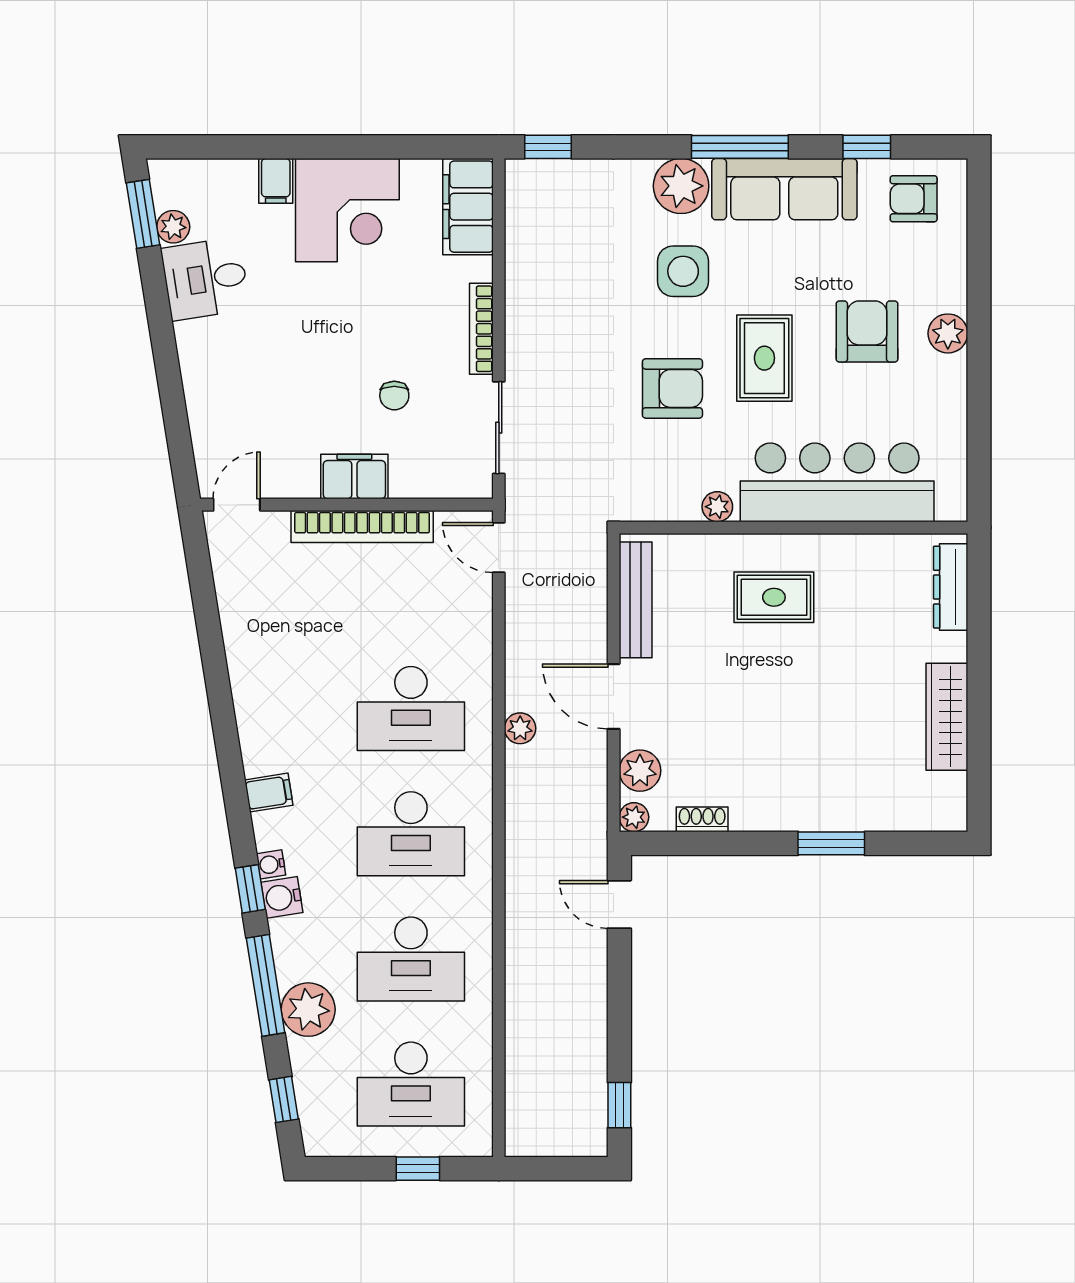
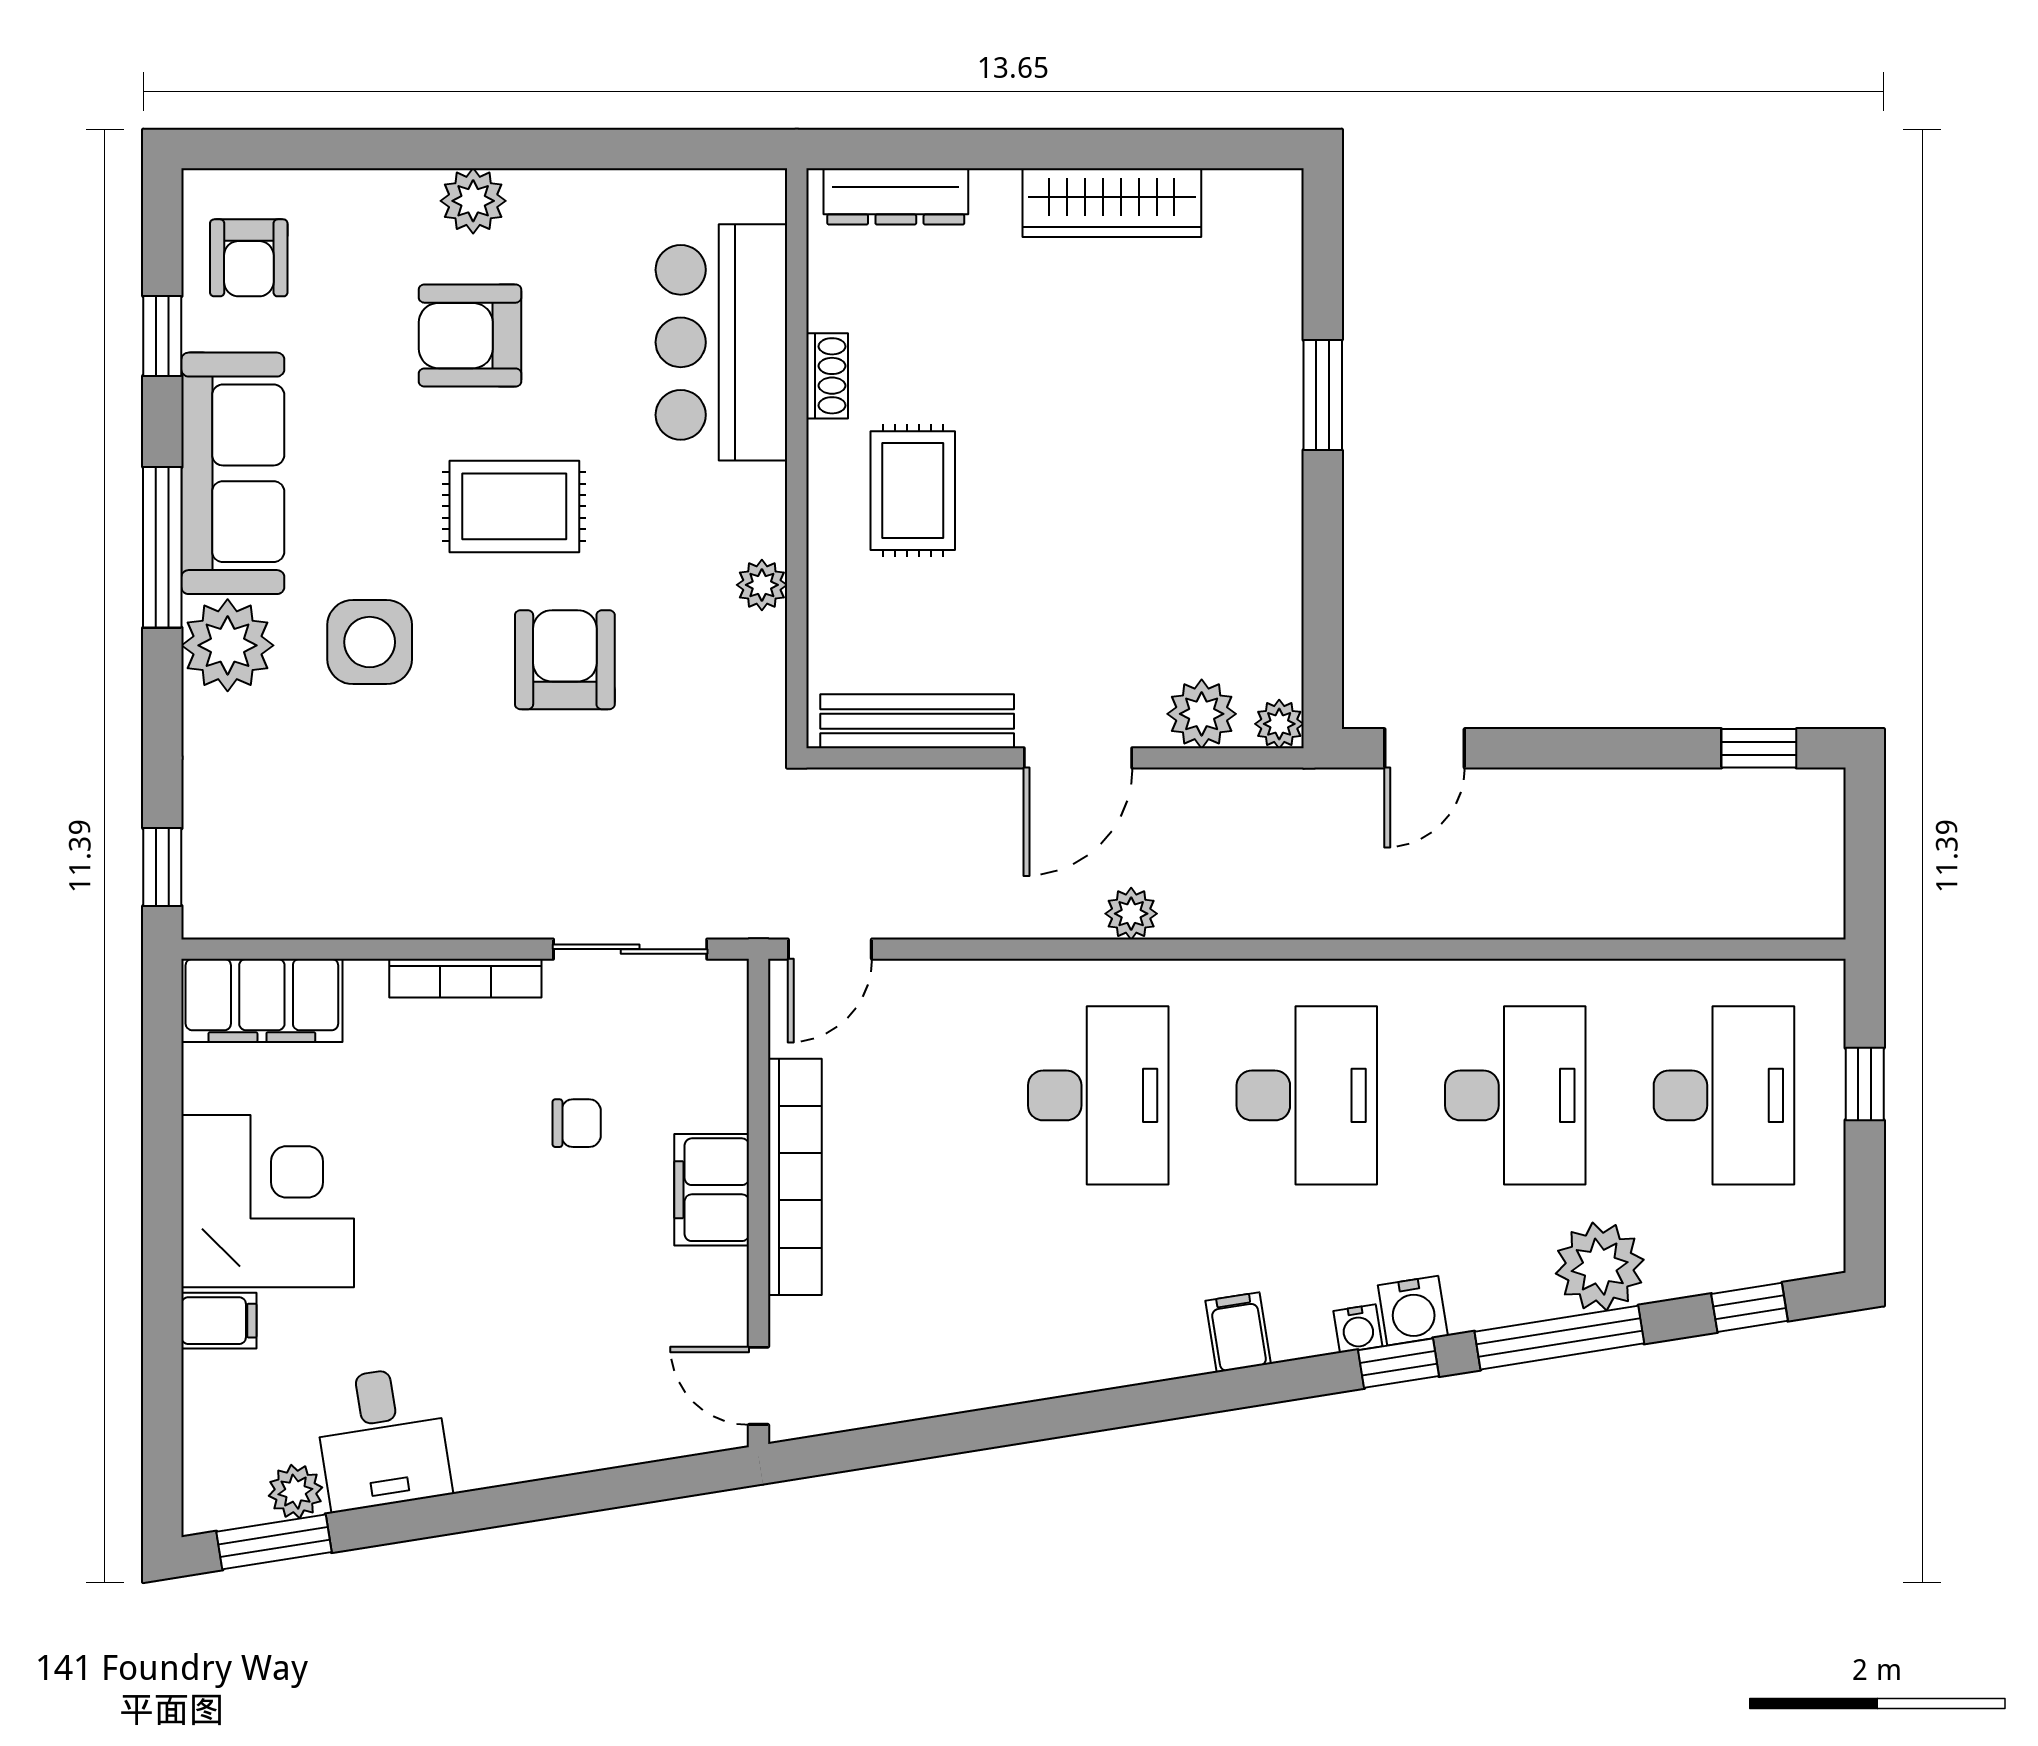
bar counter: (837, 482) -> (721, 342), width x0.73
shoe rack: (702, 819) -> (827, 376), moved, turned 180

